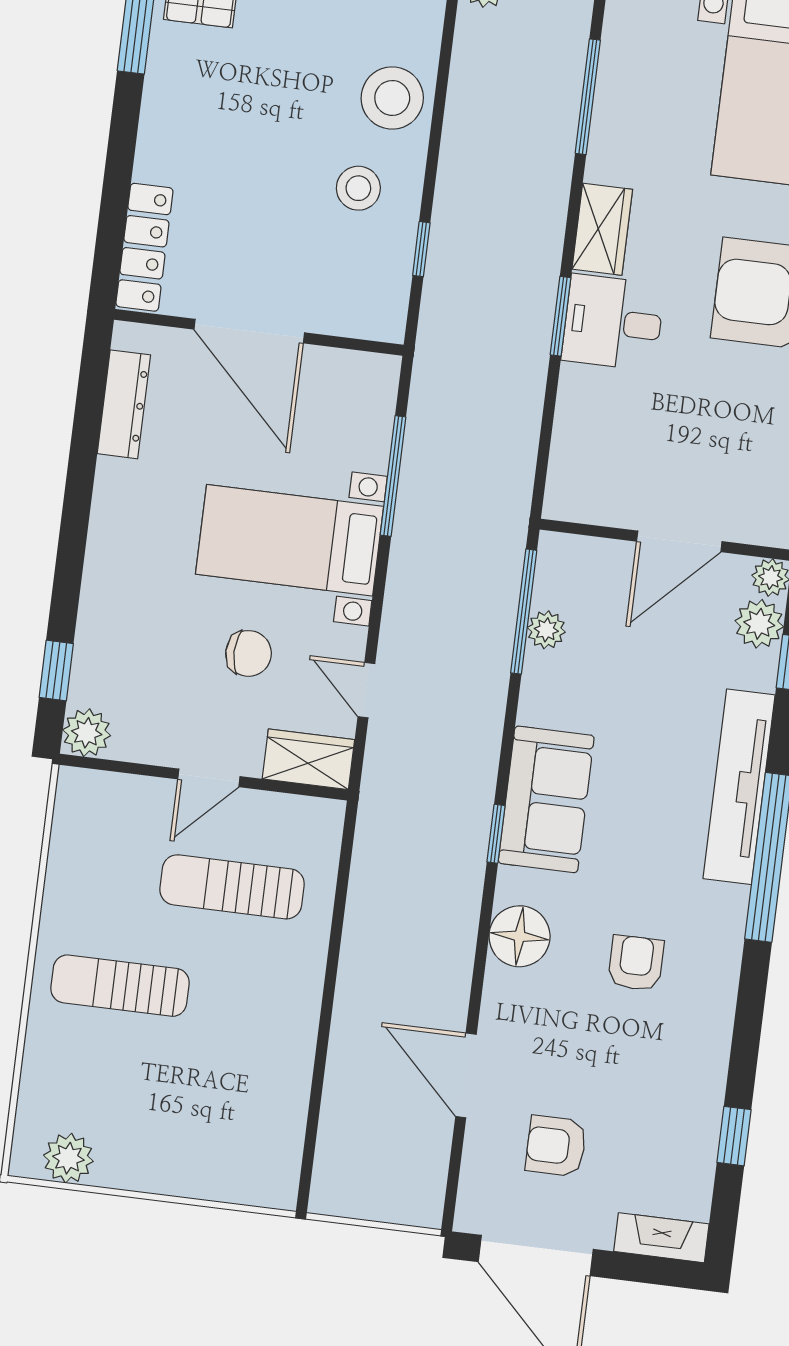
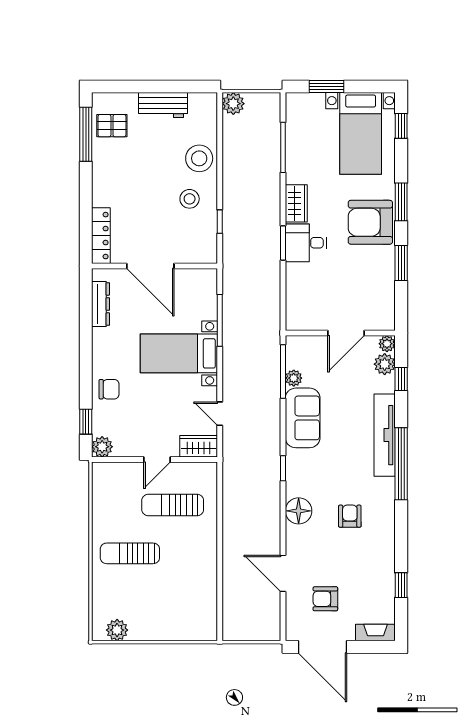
chair: (249, 653) -> (109, 389), moved
sofa: (546, 799) -> (303, 418), moved

